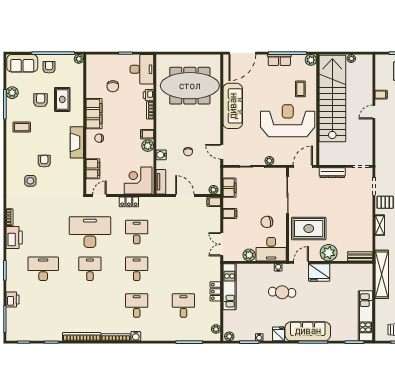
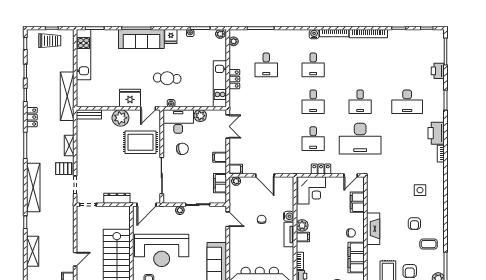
armchair: (44, 161) -> (414, 224), moved
tv unit: (161, 182) -> (289, 235), moved

